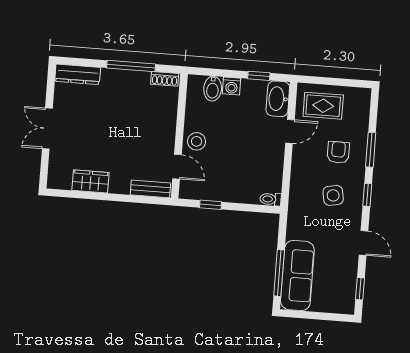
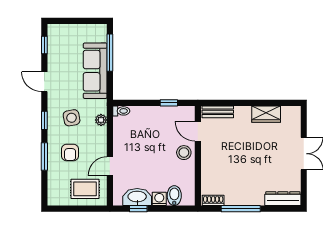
washbasin: (278, 99) -> (137, 197), moved, turned -90
plant: (297, 190) -> (101, 120), added
sofa: (297, 275) -> (95, 71), moved

